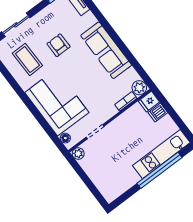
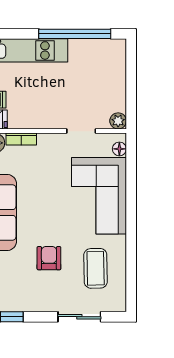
armchair: (59, 45) -> (49, 258), turned 180
window: (159, 170) -> (75, 34), moved

